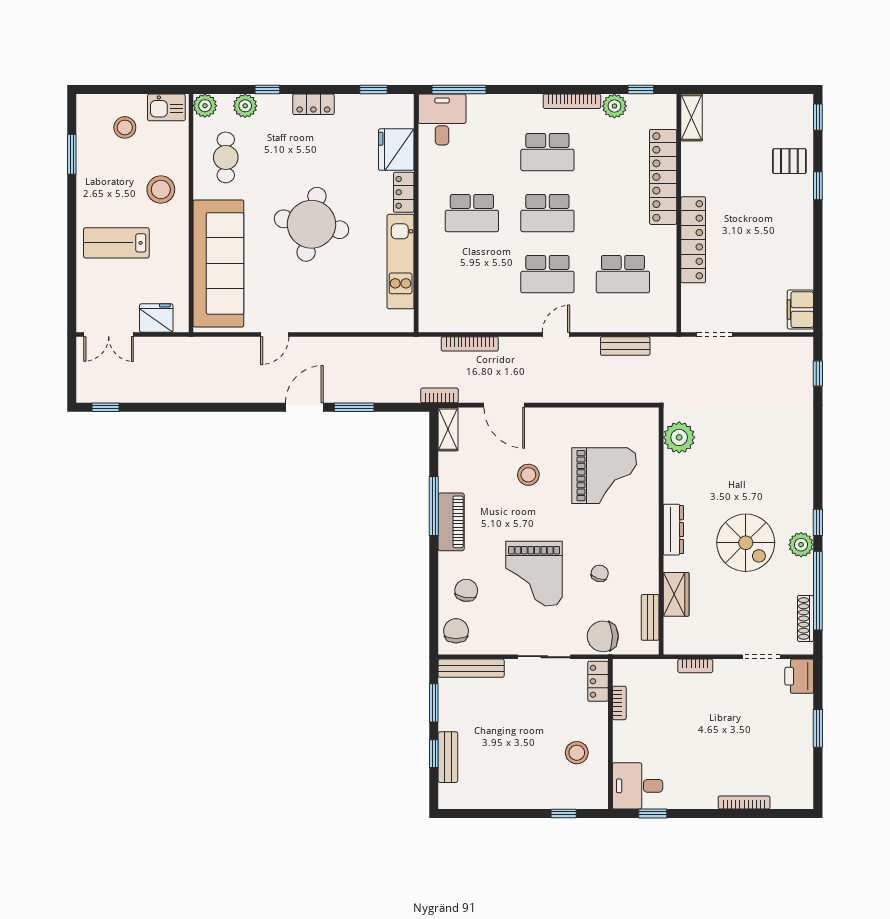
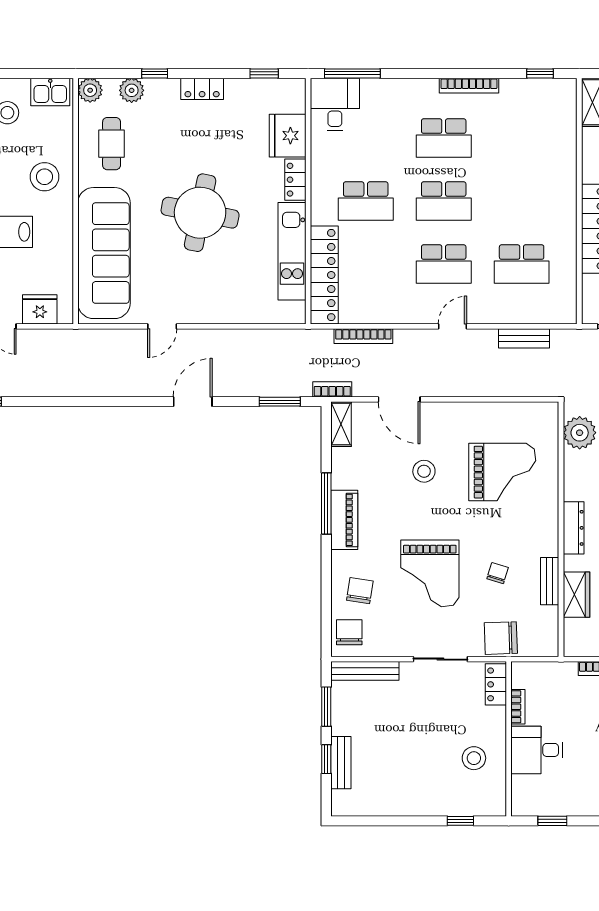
plant: (614, 106) -> (513, 91), removed
locker: (663, 177) -> (324, 275), moved, turned 180
window: (354, 407) -> (280, 402), moved
bench: (650, 617) -> (550, 581), moved
desk: (638, 786) -> (537, 750), moved

